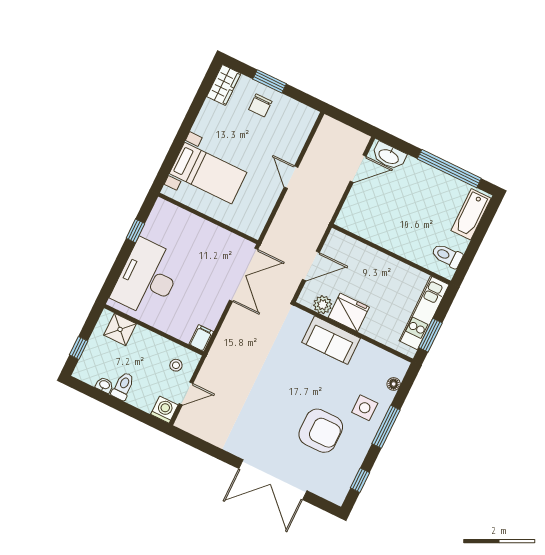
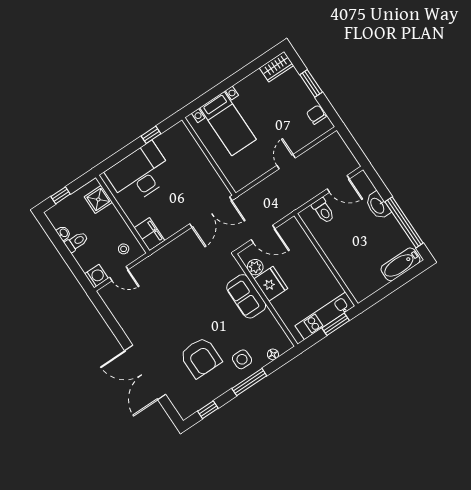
chair: (260, 105) -> (316, 115), moved, turned 90
washbasin: (389, 156) -> (378, 206), moved
toilet: (447, 256) -> (323, 211), moved, turned 180
window: (430, 335) -> (336, 324), moved
filing cabinet: (201, 338) -> (149, 234), width x2.00

